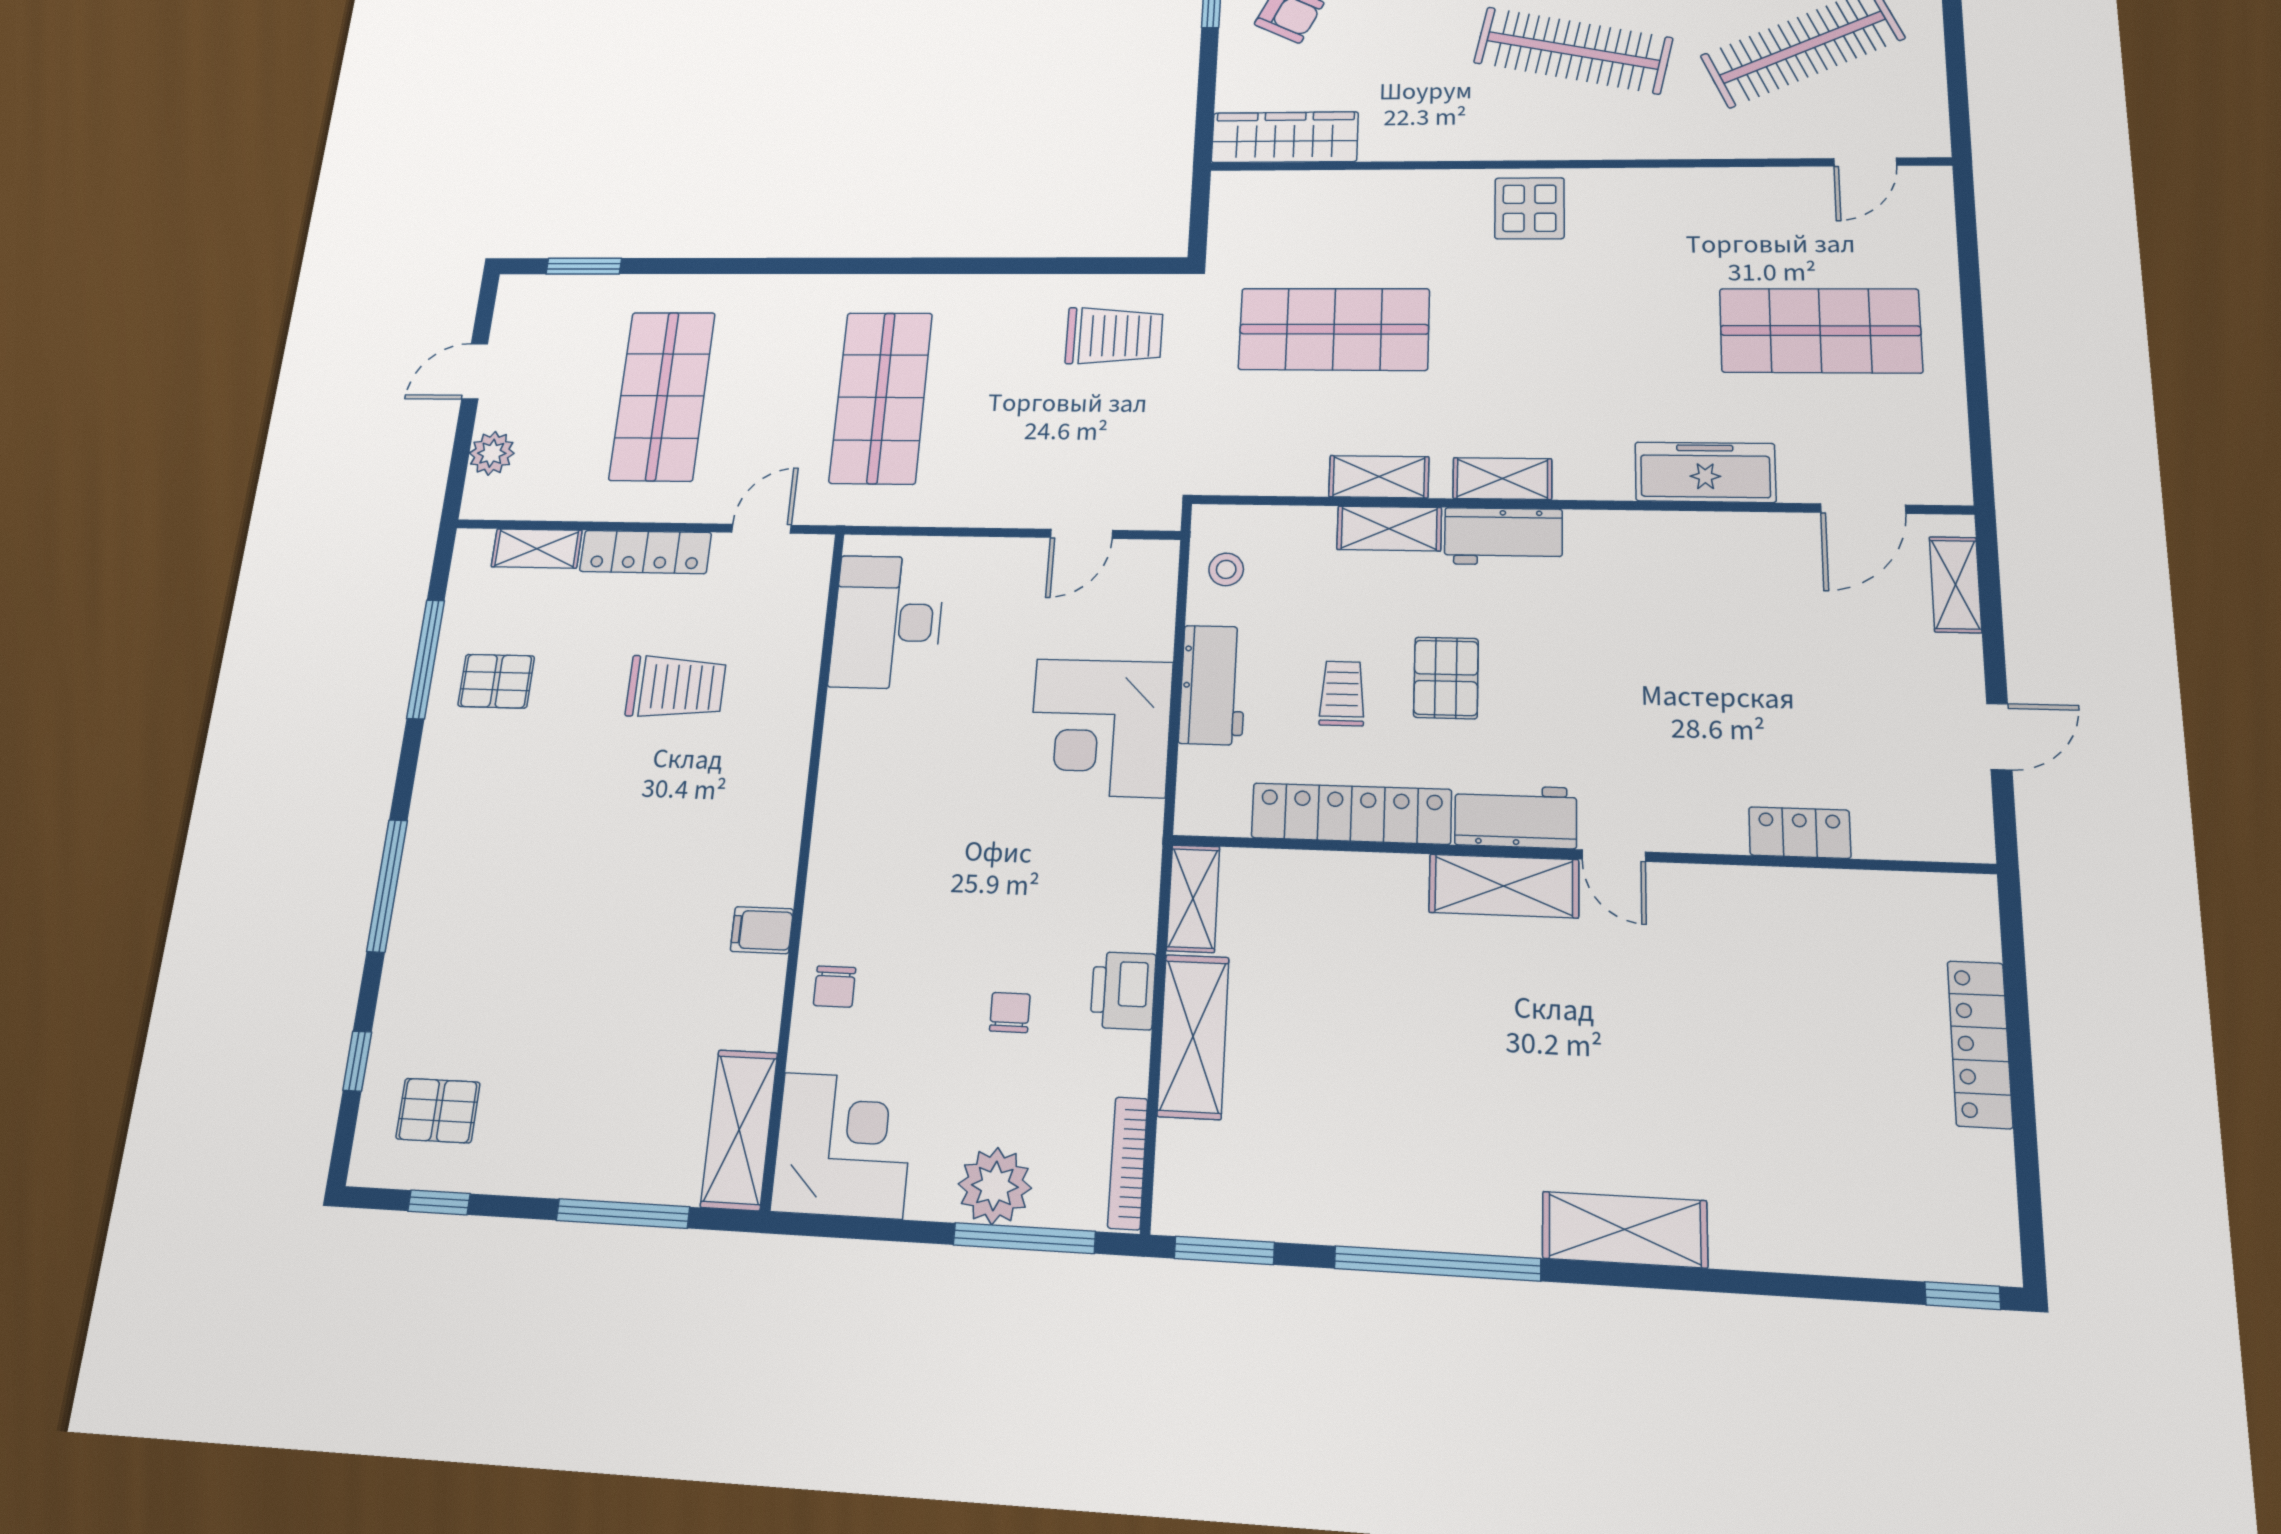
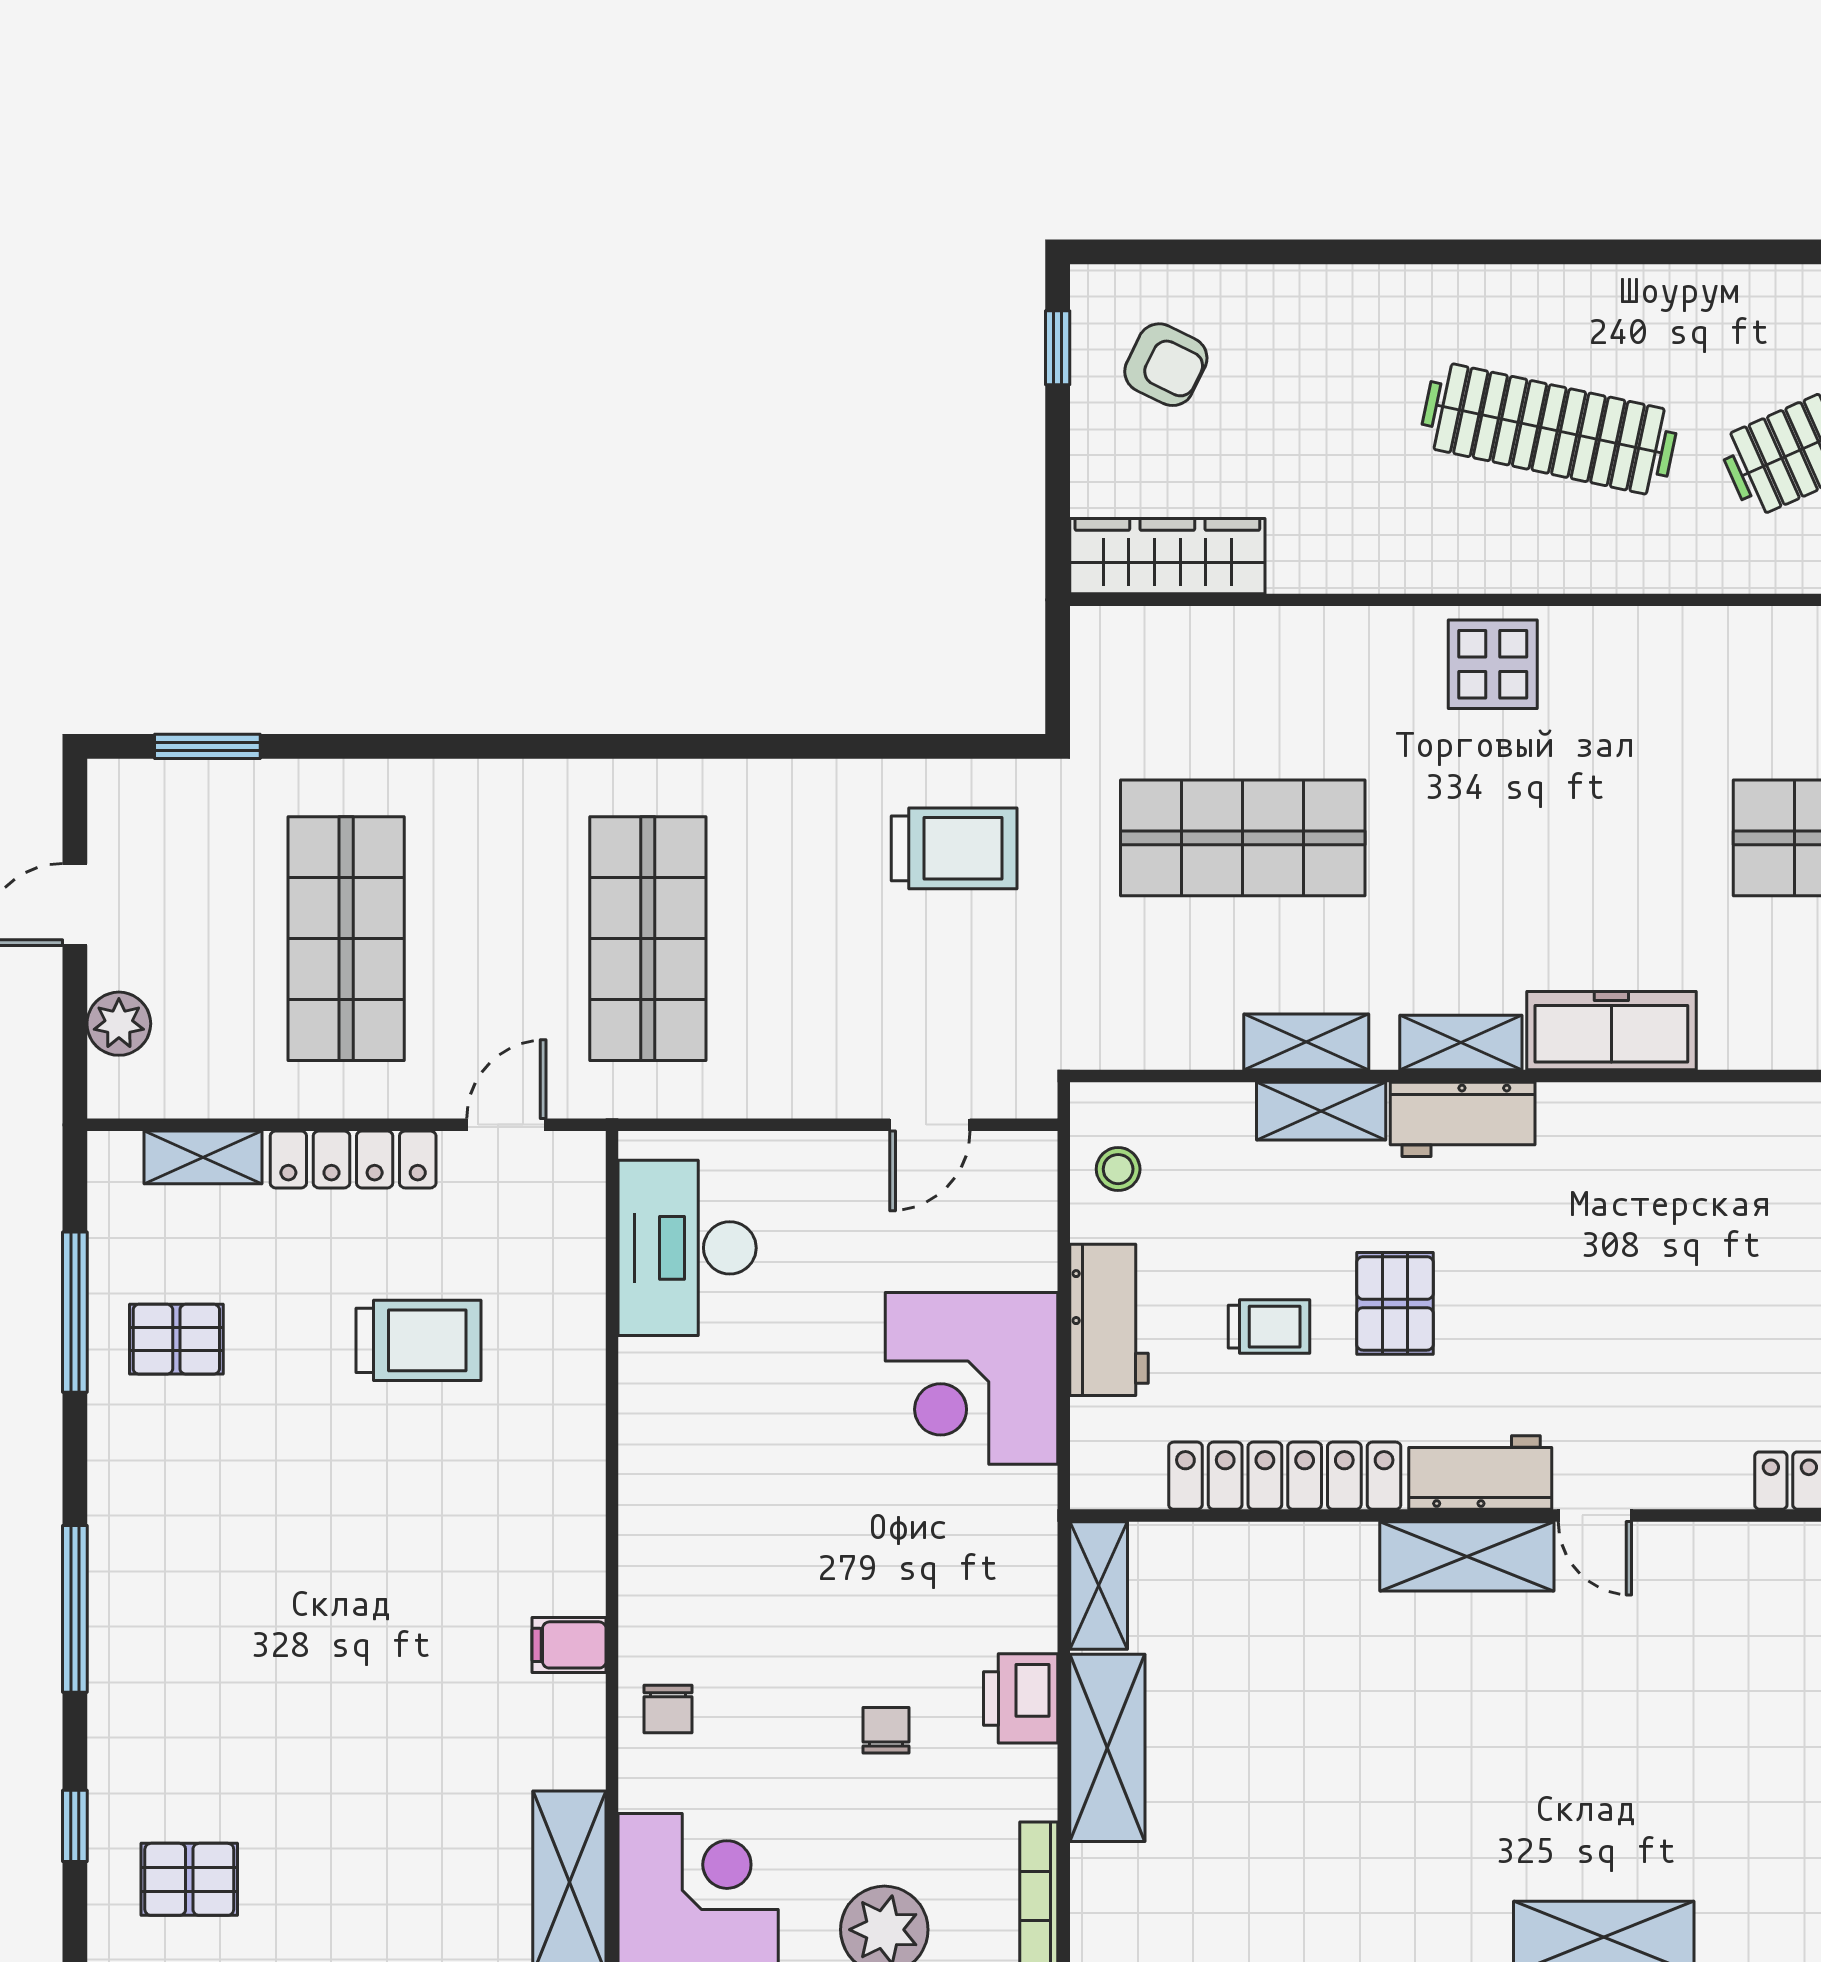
freezer: (1705, 472) -> (1611, 1031), moved
trolley: (1342, 693) -> (1269, 1327), turned 90

